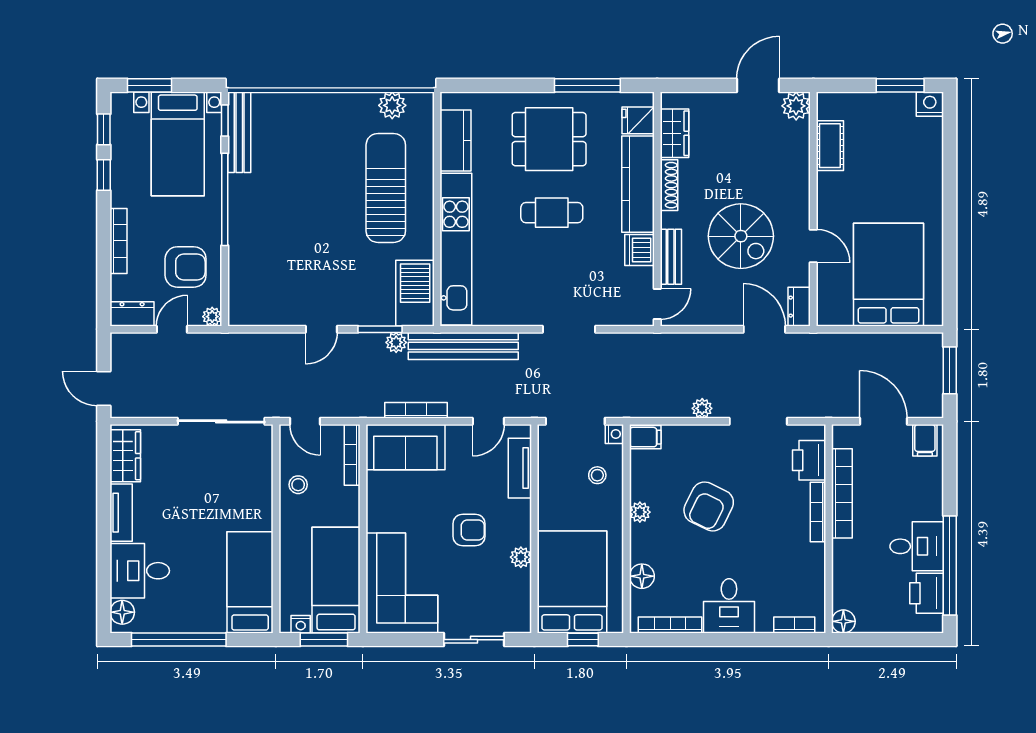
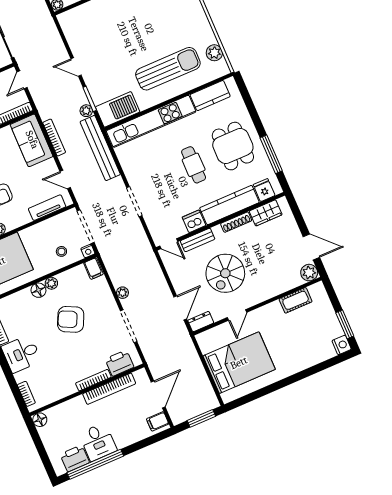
floor lamp: (642, 576) -> (38, 290), moved

